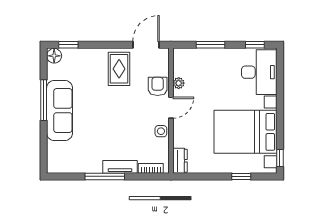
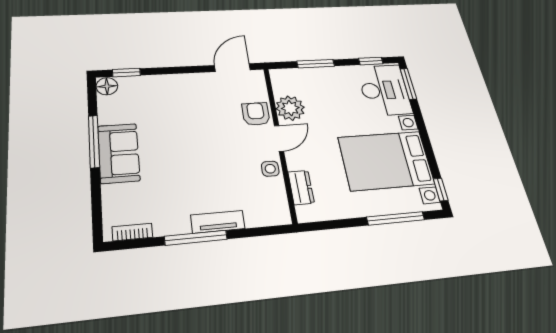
window: (280, 68) -> (408, 84), added
rug: (119, 69) -> (200, 97), removed
plant: (179, 83) -> (290, 108), width x1.87, depth x1.87
sofa: (60, 111) -> (119, 153), width x0.73
dresser: (180, 161) -> (301, 188), moved
bookcase: (151, 168) -> (132, 232), moved
window: (241, 176) -> (396, 218), width x2.17

